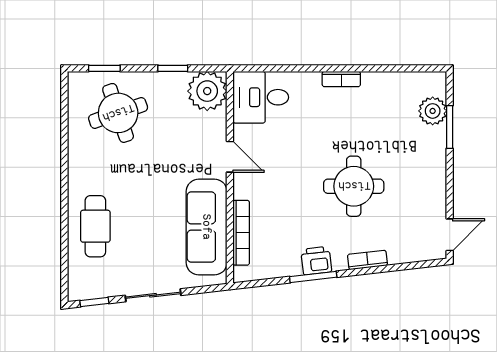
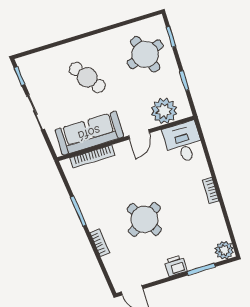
plant: (207, 91) -> (164, 111), moved
plant: (433, 111) -> (224, 250), moved
round table: (354, 186) -> (144, 219), turned -31
cafe table: (95, 226) -> (87, 77), moved, turned 54
printer: (316, 261) -> (176, 266), moved, turned -83

